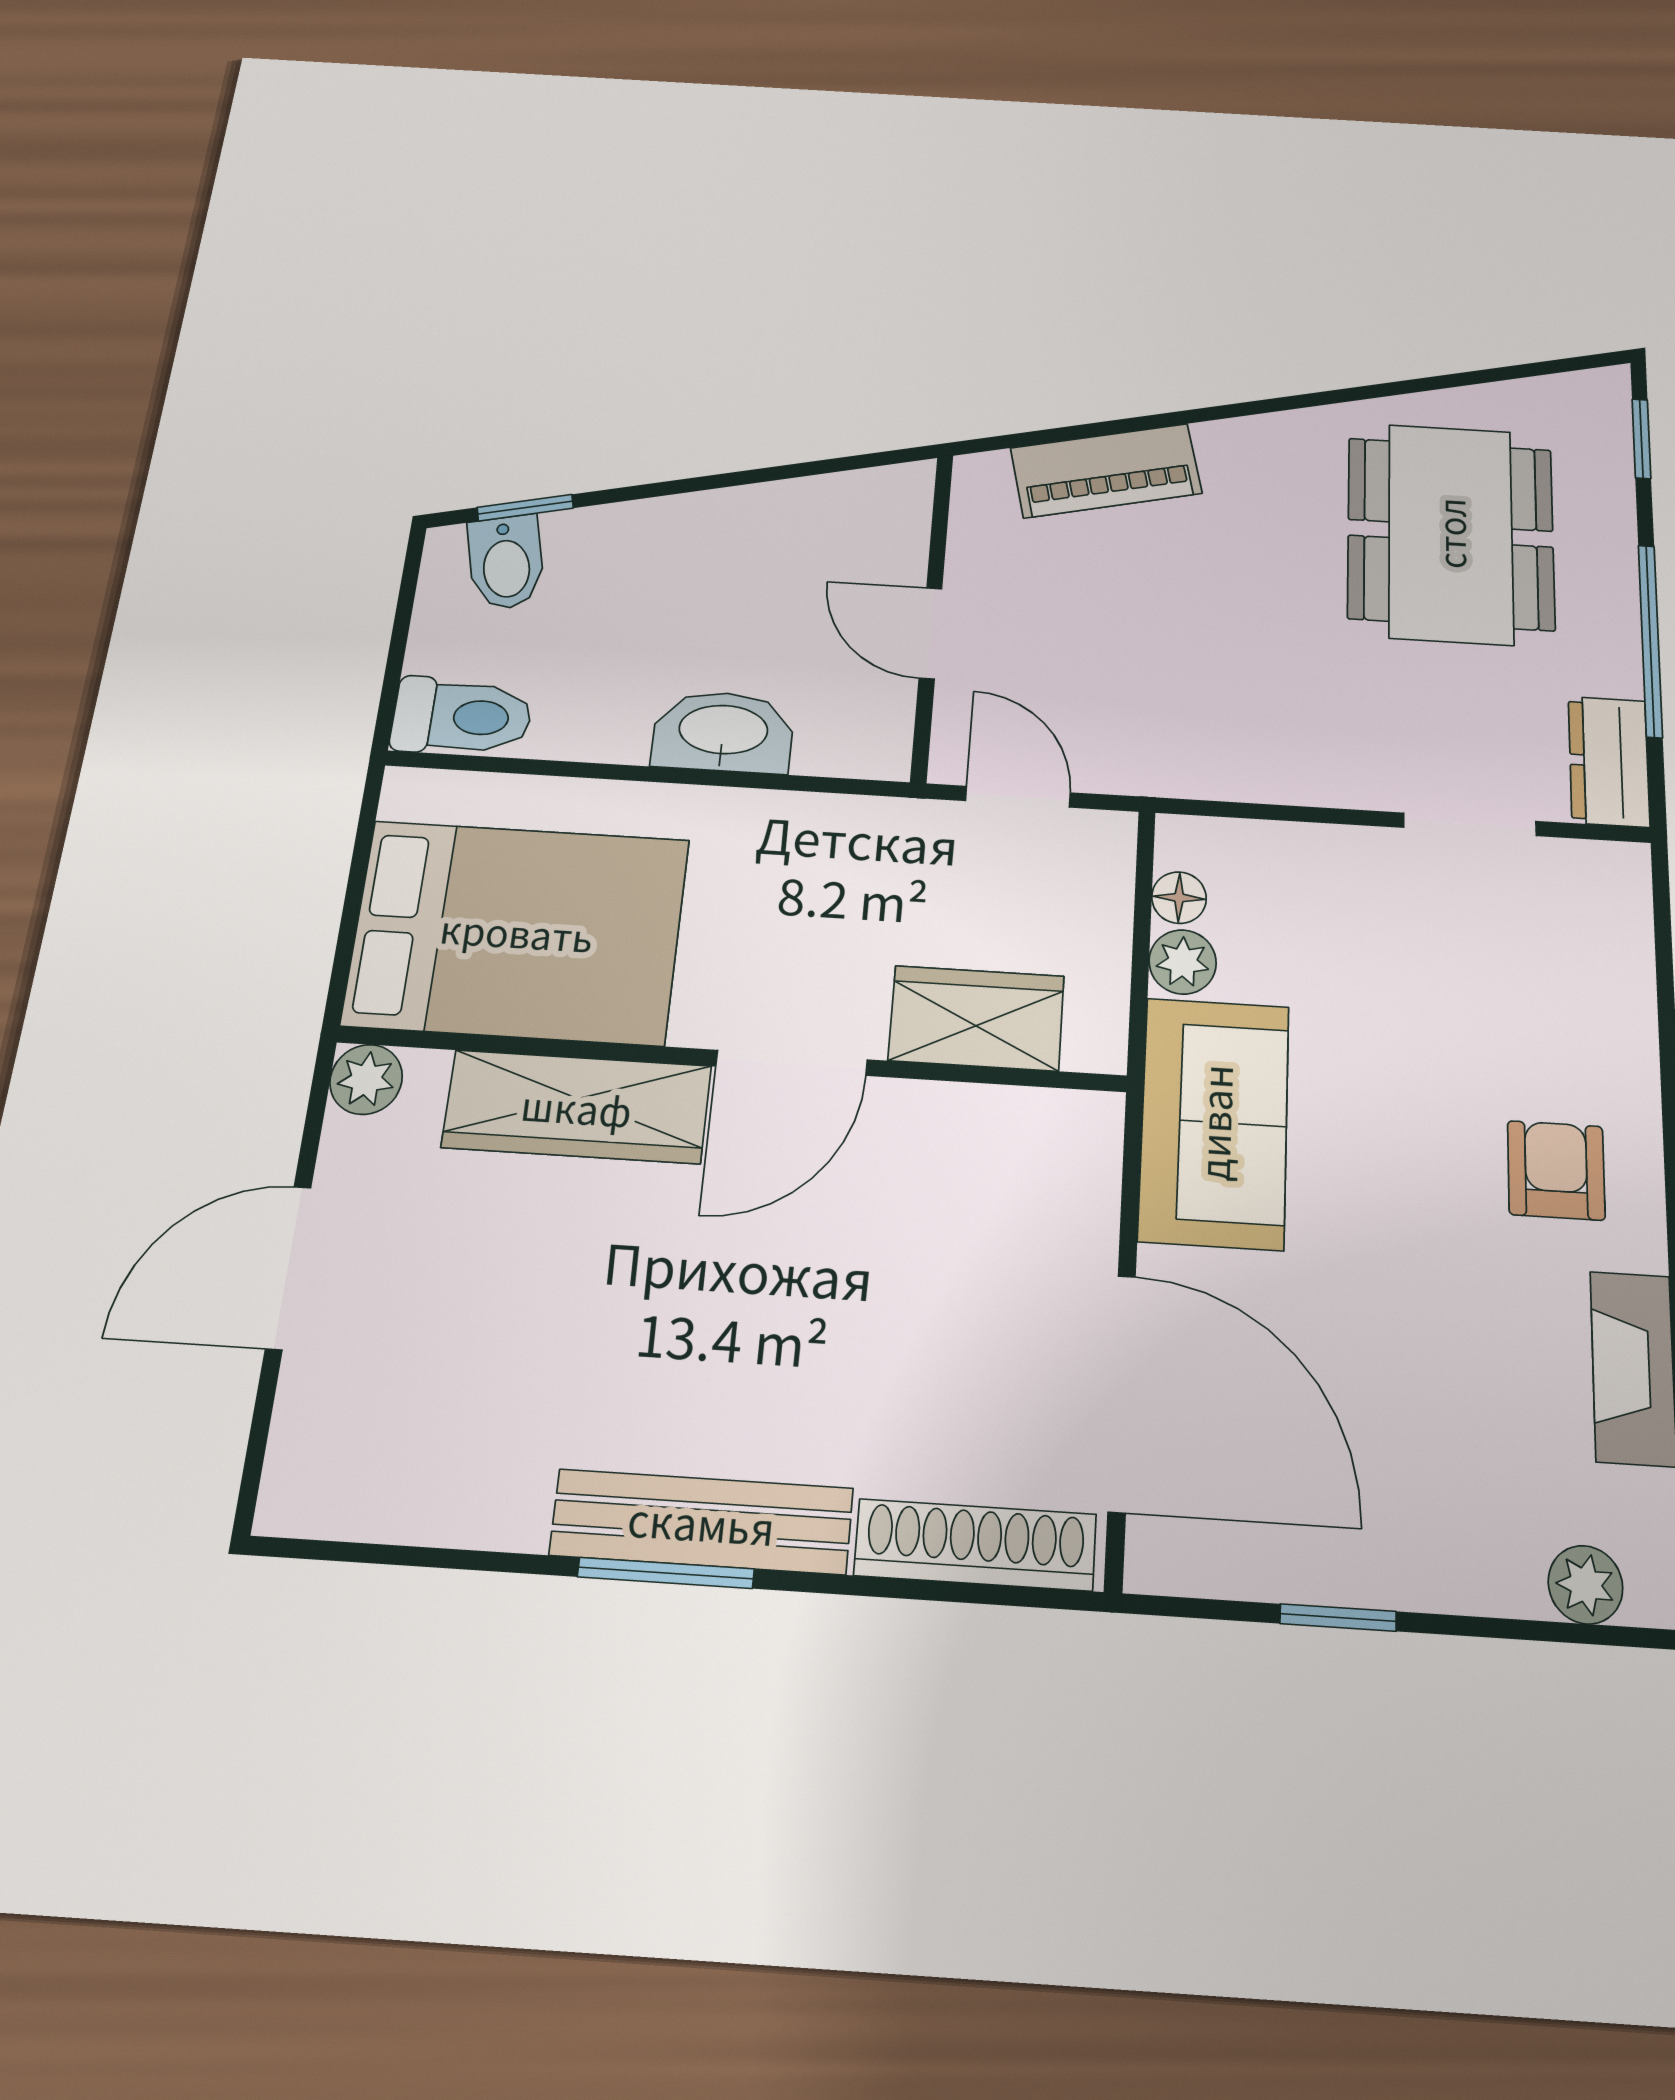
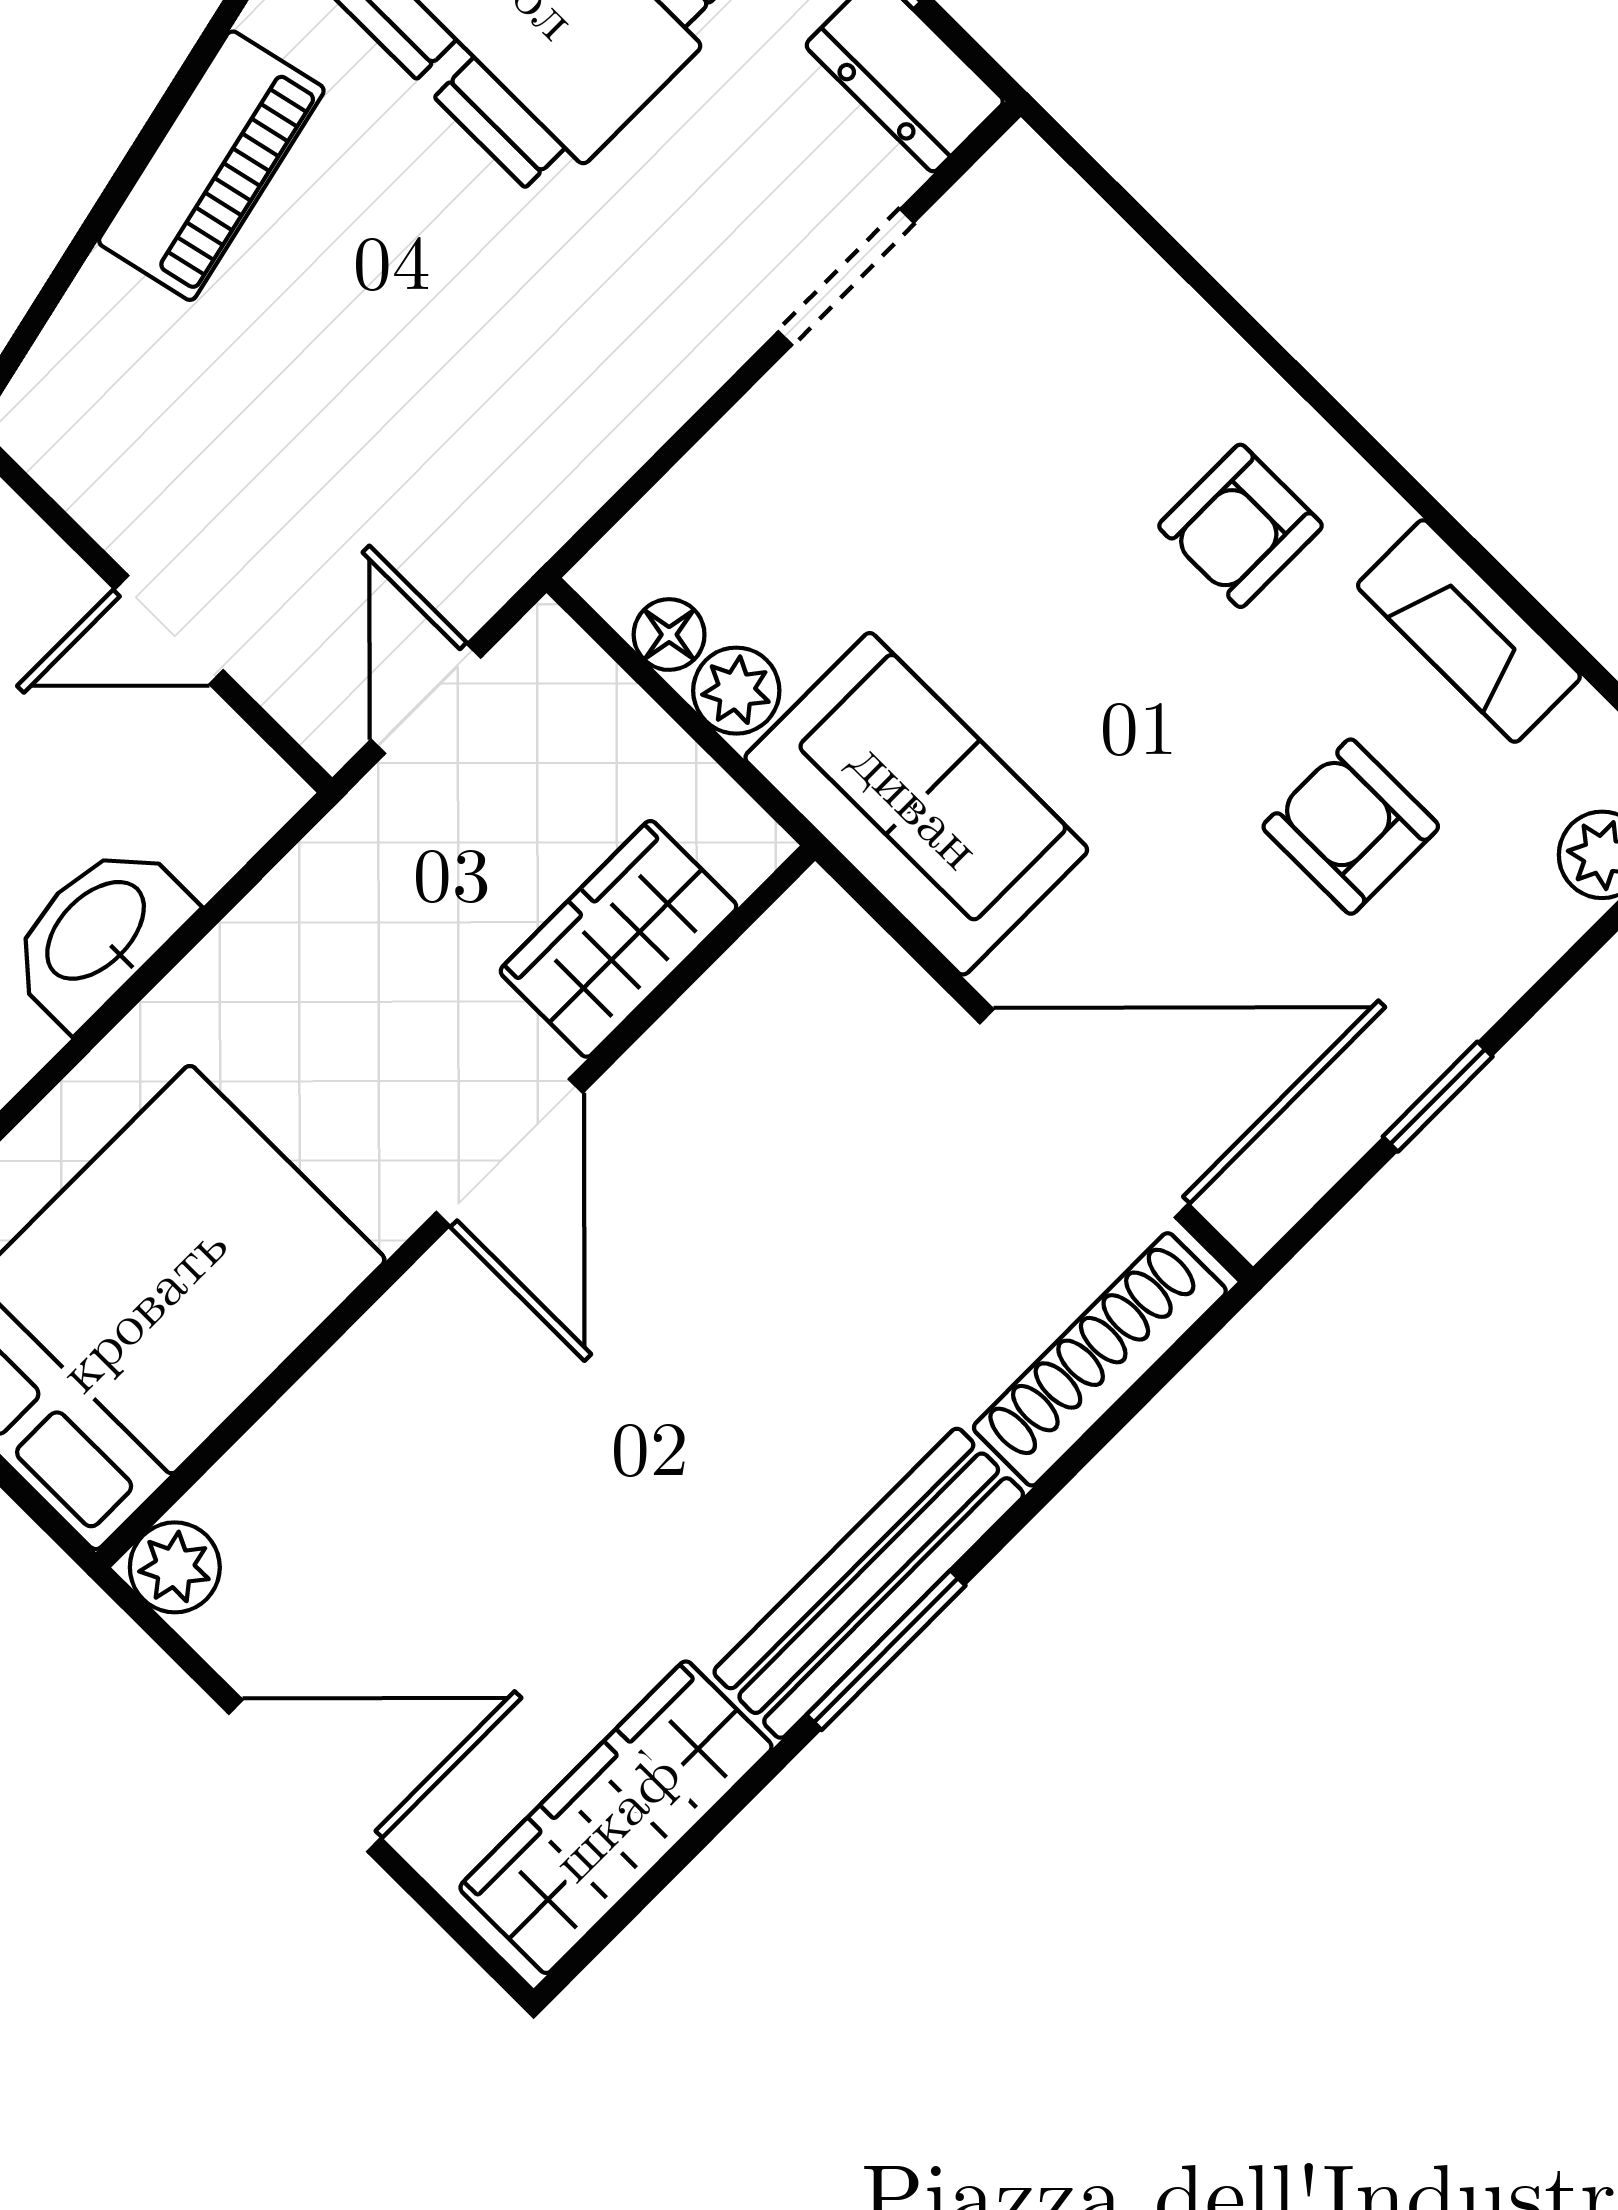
piano: (1106, 471) -> (211, 166), moved
door: (1018, 797) -> (426, 699), hinge flipped
wardrobe: (577, 1107) -> (616, 1817), moved, turned 180
armchair: (1556, 1170) -> (1240, 526), turned -90
door: (288, 1267) -> (305, 1776), swing flipped
armchair: (1449, 1402) -> (1351, 827), added

